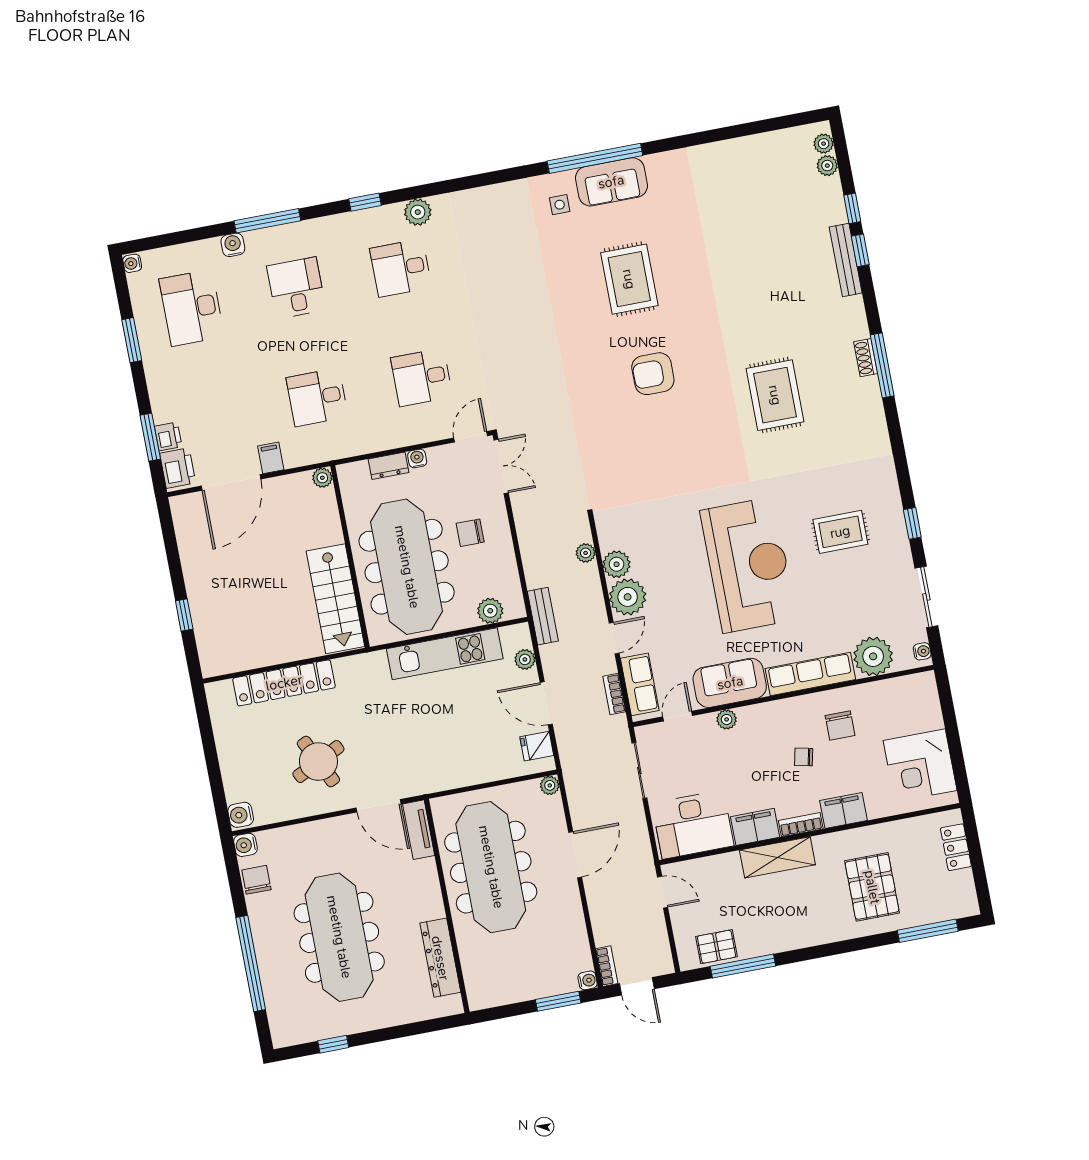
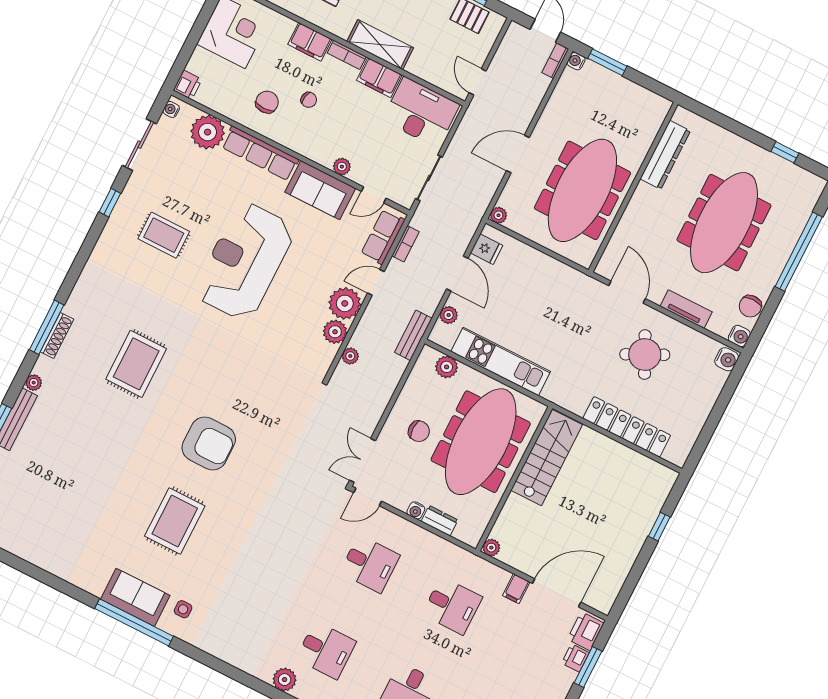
plant: (855, 306) -> (34, 383), added
shoe rack: (866, 358) -> (57, 335), width x1.43
armchair: (653, 374) -> (209, 443), width x1.36, depth x1.36
printer: (924, 685) -> (188, 85), added
tv unit: (419, 830) -> (686, 309), moved, turned -90

